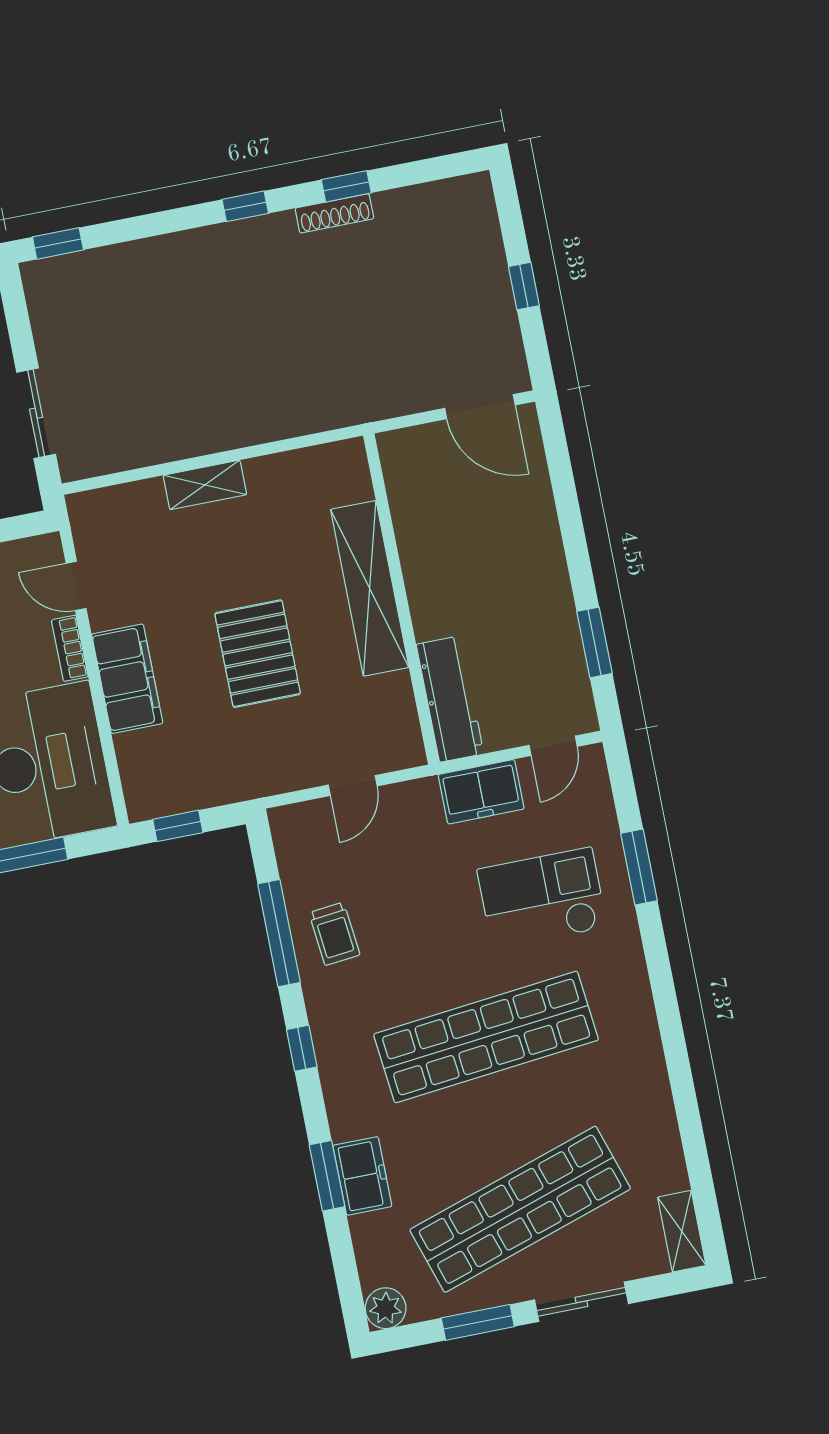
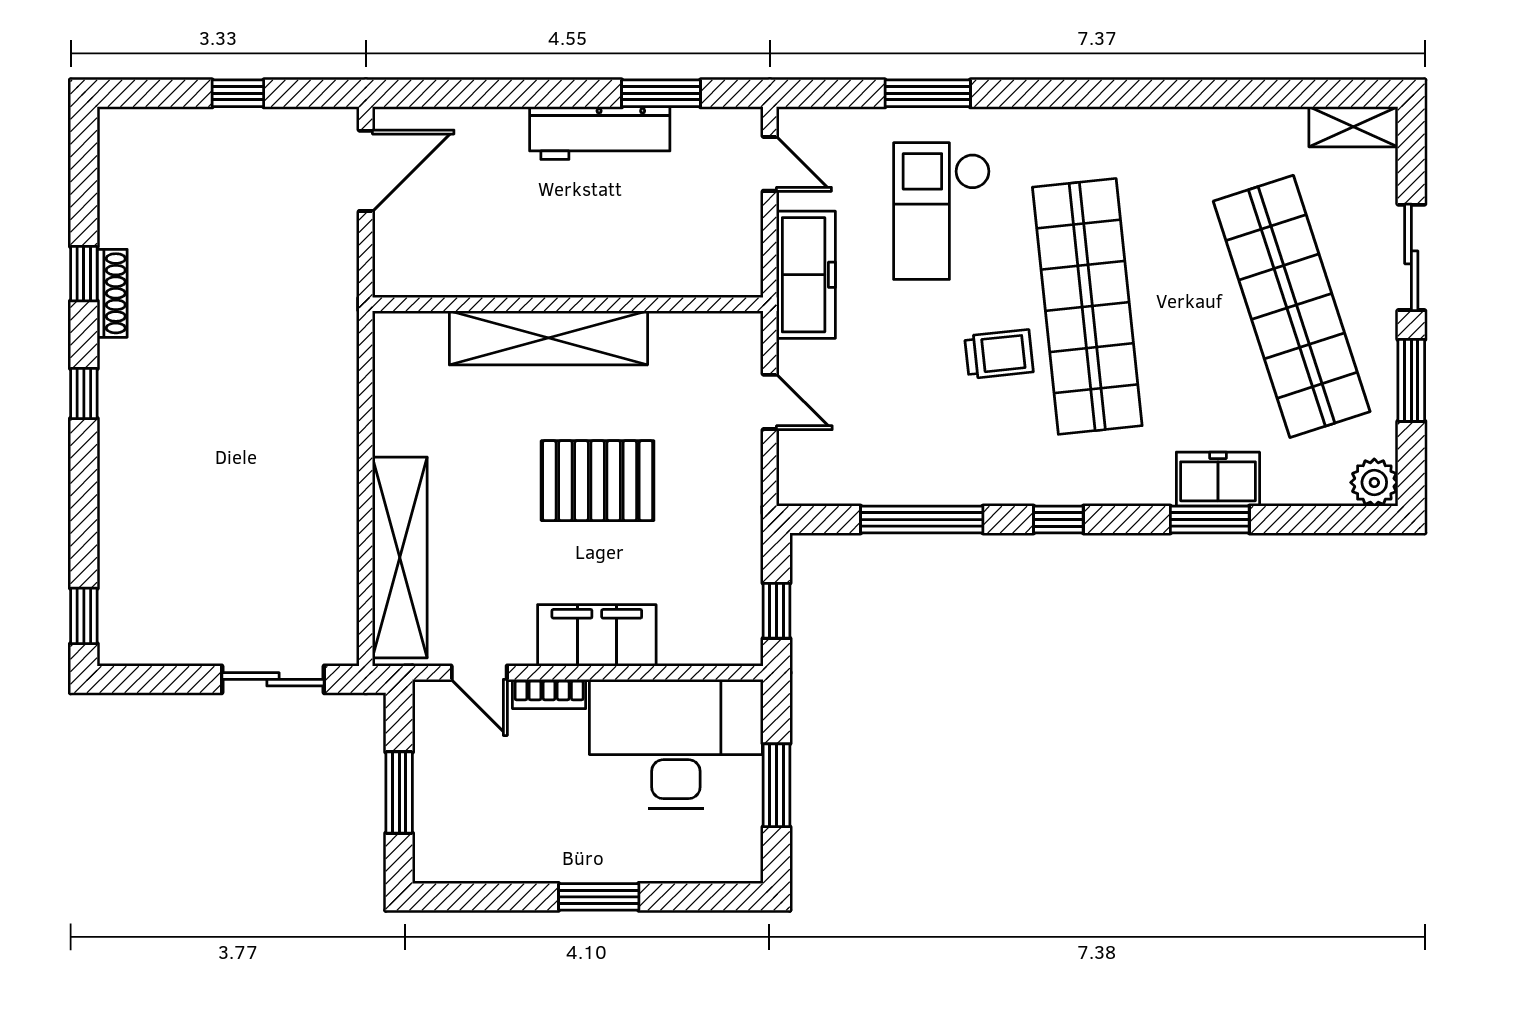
shelving: (205, 485) -> (400, 558), width x2.20, depth x1.33
door: (76, 586) -> (479, 673), hinge flipped
workbench: (450, 699) -> (600, 133), moved, turned 180
freezer: (481, 792) -> (806, 275), width x1.40
trolley: (334, 934) -> (999, 354), moved

